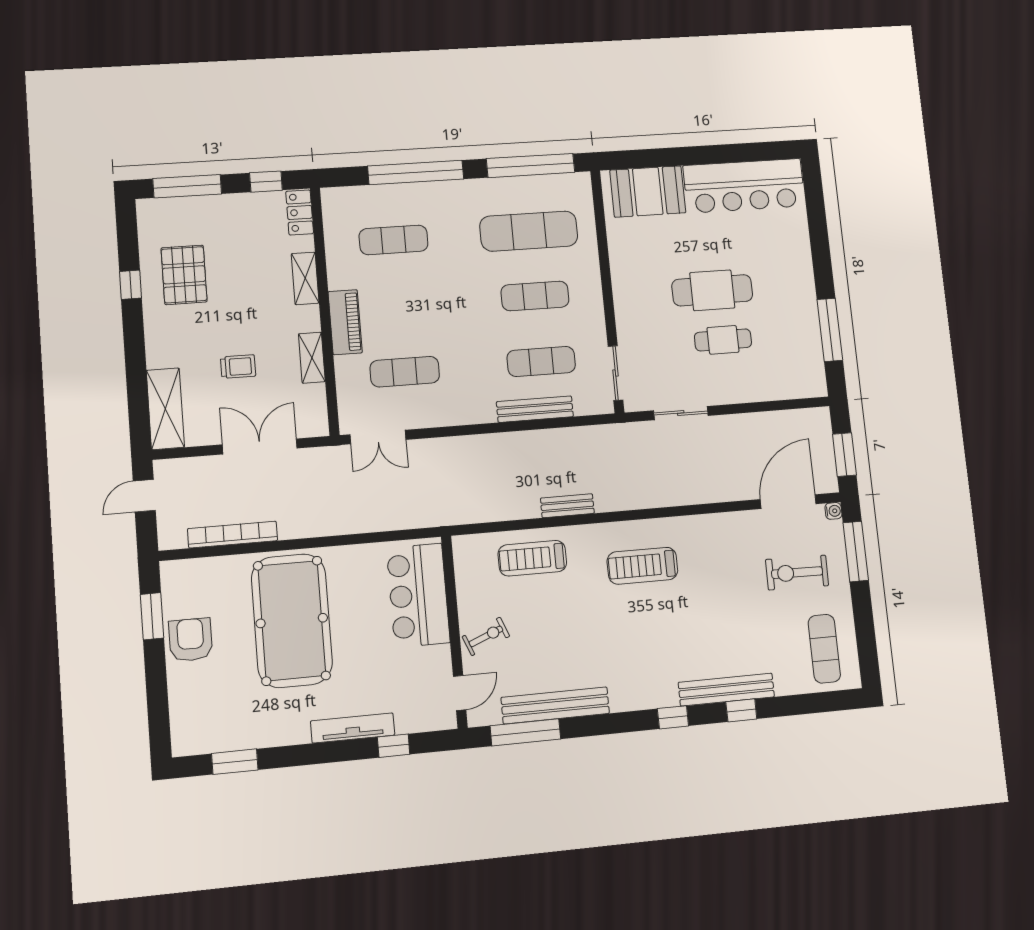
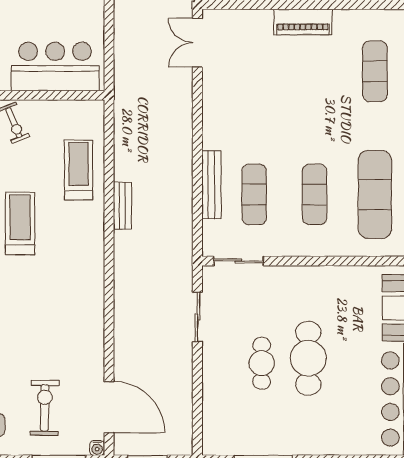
exercise mat: (405, 372) -> (254, 71), removed
treadmill: (642, 566) -> (20, 224), moved

